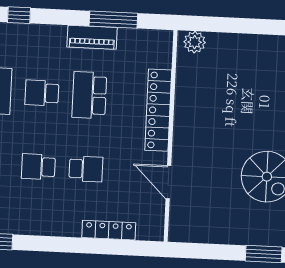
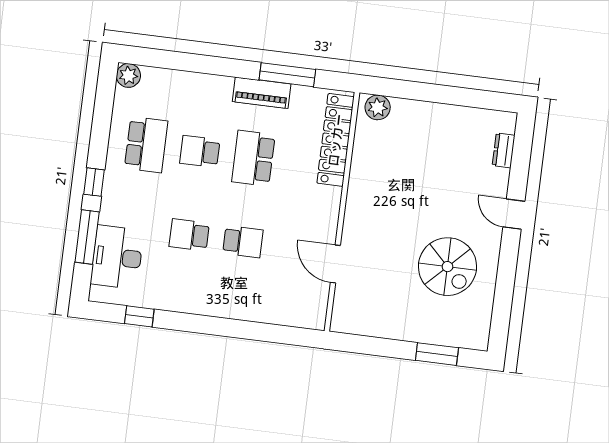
window: (19, 15) -> (181, 61), removed
locker: (158, 110) -> (336, 140), moved
locker: (109, 230) -> (263, 313), removed

